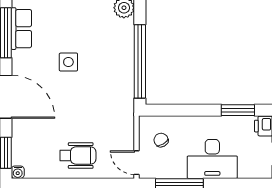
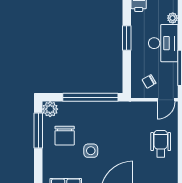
chair: (89, 27) -> (65, 136), added
window: (238, 110) -> (127, 38), moved
plant: (246, 171) -> (173, 18), added

